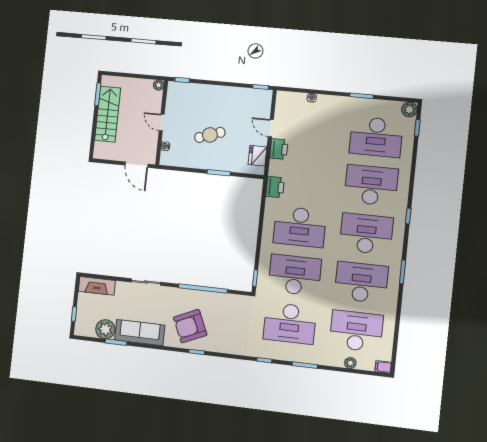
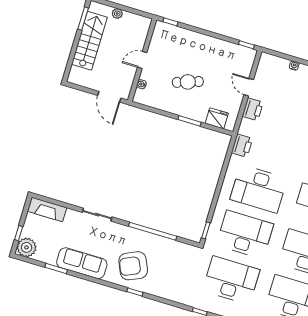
plant: (159, 85) -> (117, 13), moved
door: (162, 122) -> (142, 60), hinge flipped
fridge: (258, 156) -> (217, 118), moved, turned 90
desk: (290, 323) -> (231, 280), turned 180
plant: (105, 329) -> (27, 247), moved

